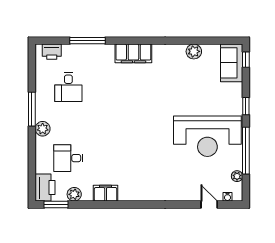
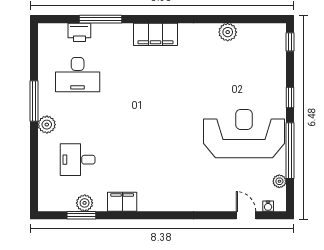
printer: (52, 52) -> (79, 32), moved
sofa: (232, 63) -> (273, 46), removed
desk: (68, 87) -> (78, 75), width x1.37
reception desk: (207, 136) -> (244, 134), turned 180
printer: (45, 188) -> (50, 195), removed
window: (56, 205) -> (81, 215), moved

